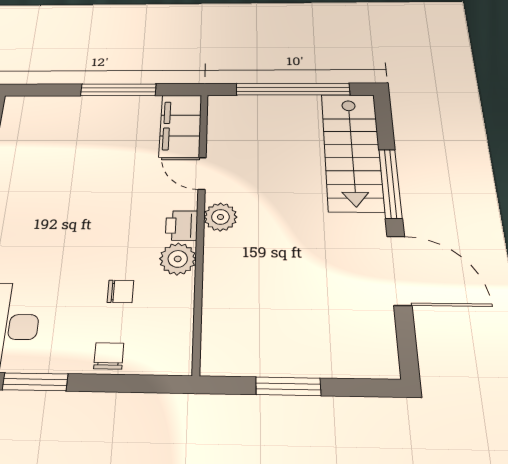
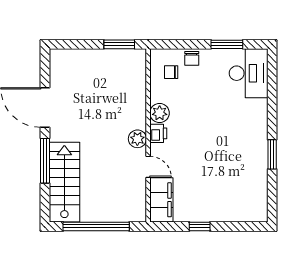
window: (118, 90) -> (200, 226), width x0.46
chair: (120, 291) -> (171, 72), moved
window: (288, 386) -> (119, 44), moved

